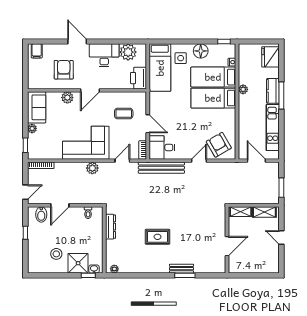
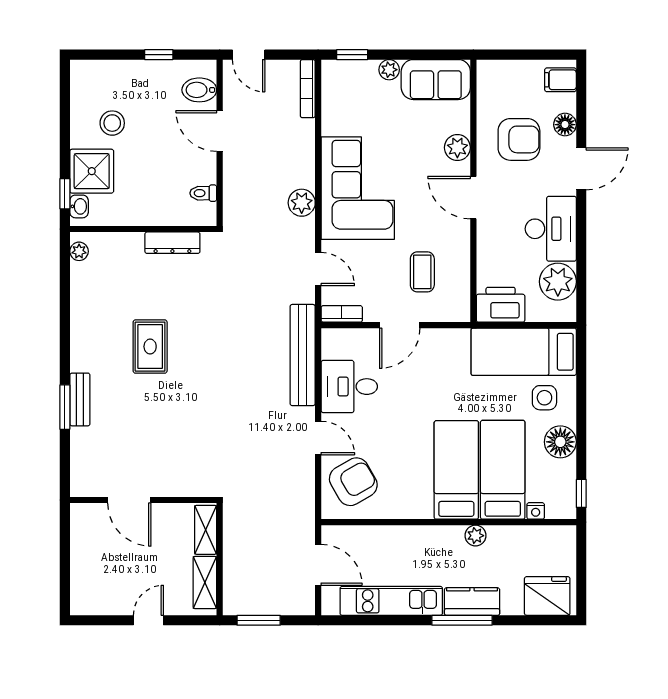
floor lamp: (57, 49) -> (565, 125), added
desk: (162, 147) -> (349, 387), moved, turned -90
door: (256, 161) -> (318, 565), hinge flipped

